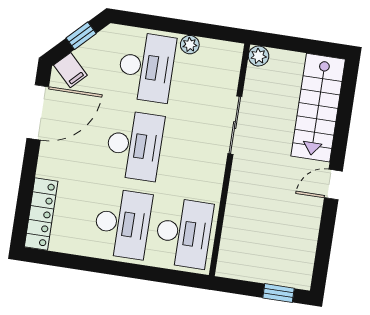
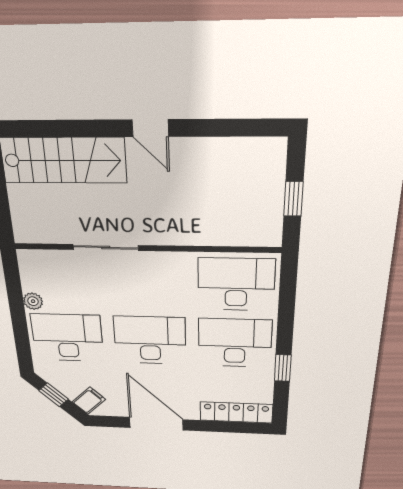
plant: (259, 56) -> (24, 233), removed
door: (38, 112) -> (156, 424), moved
window: (89, 264) -> (283, 368), added
window: (279, 293) -> (293, 199), moved

